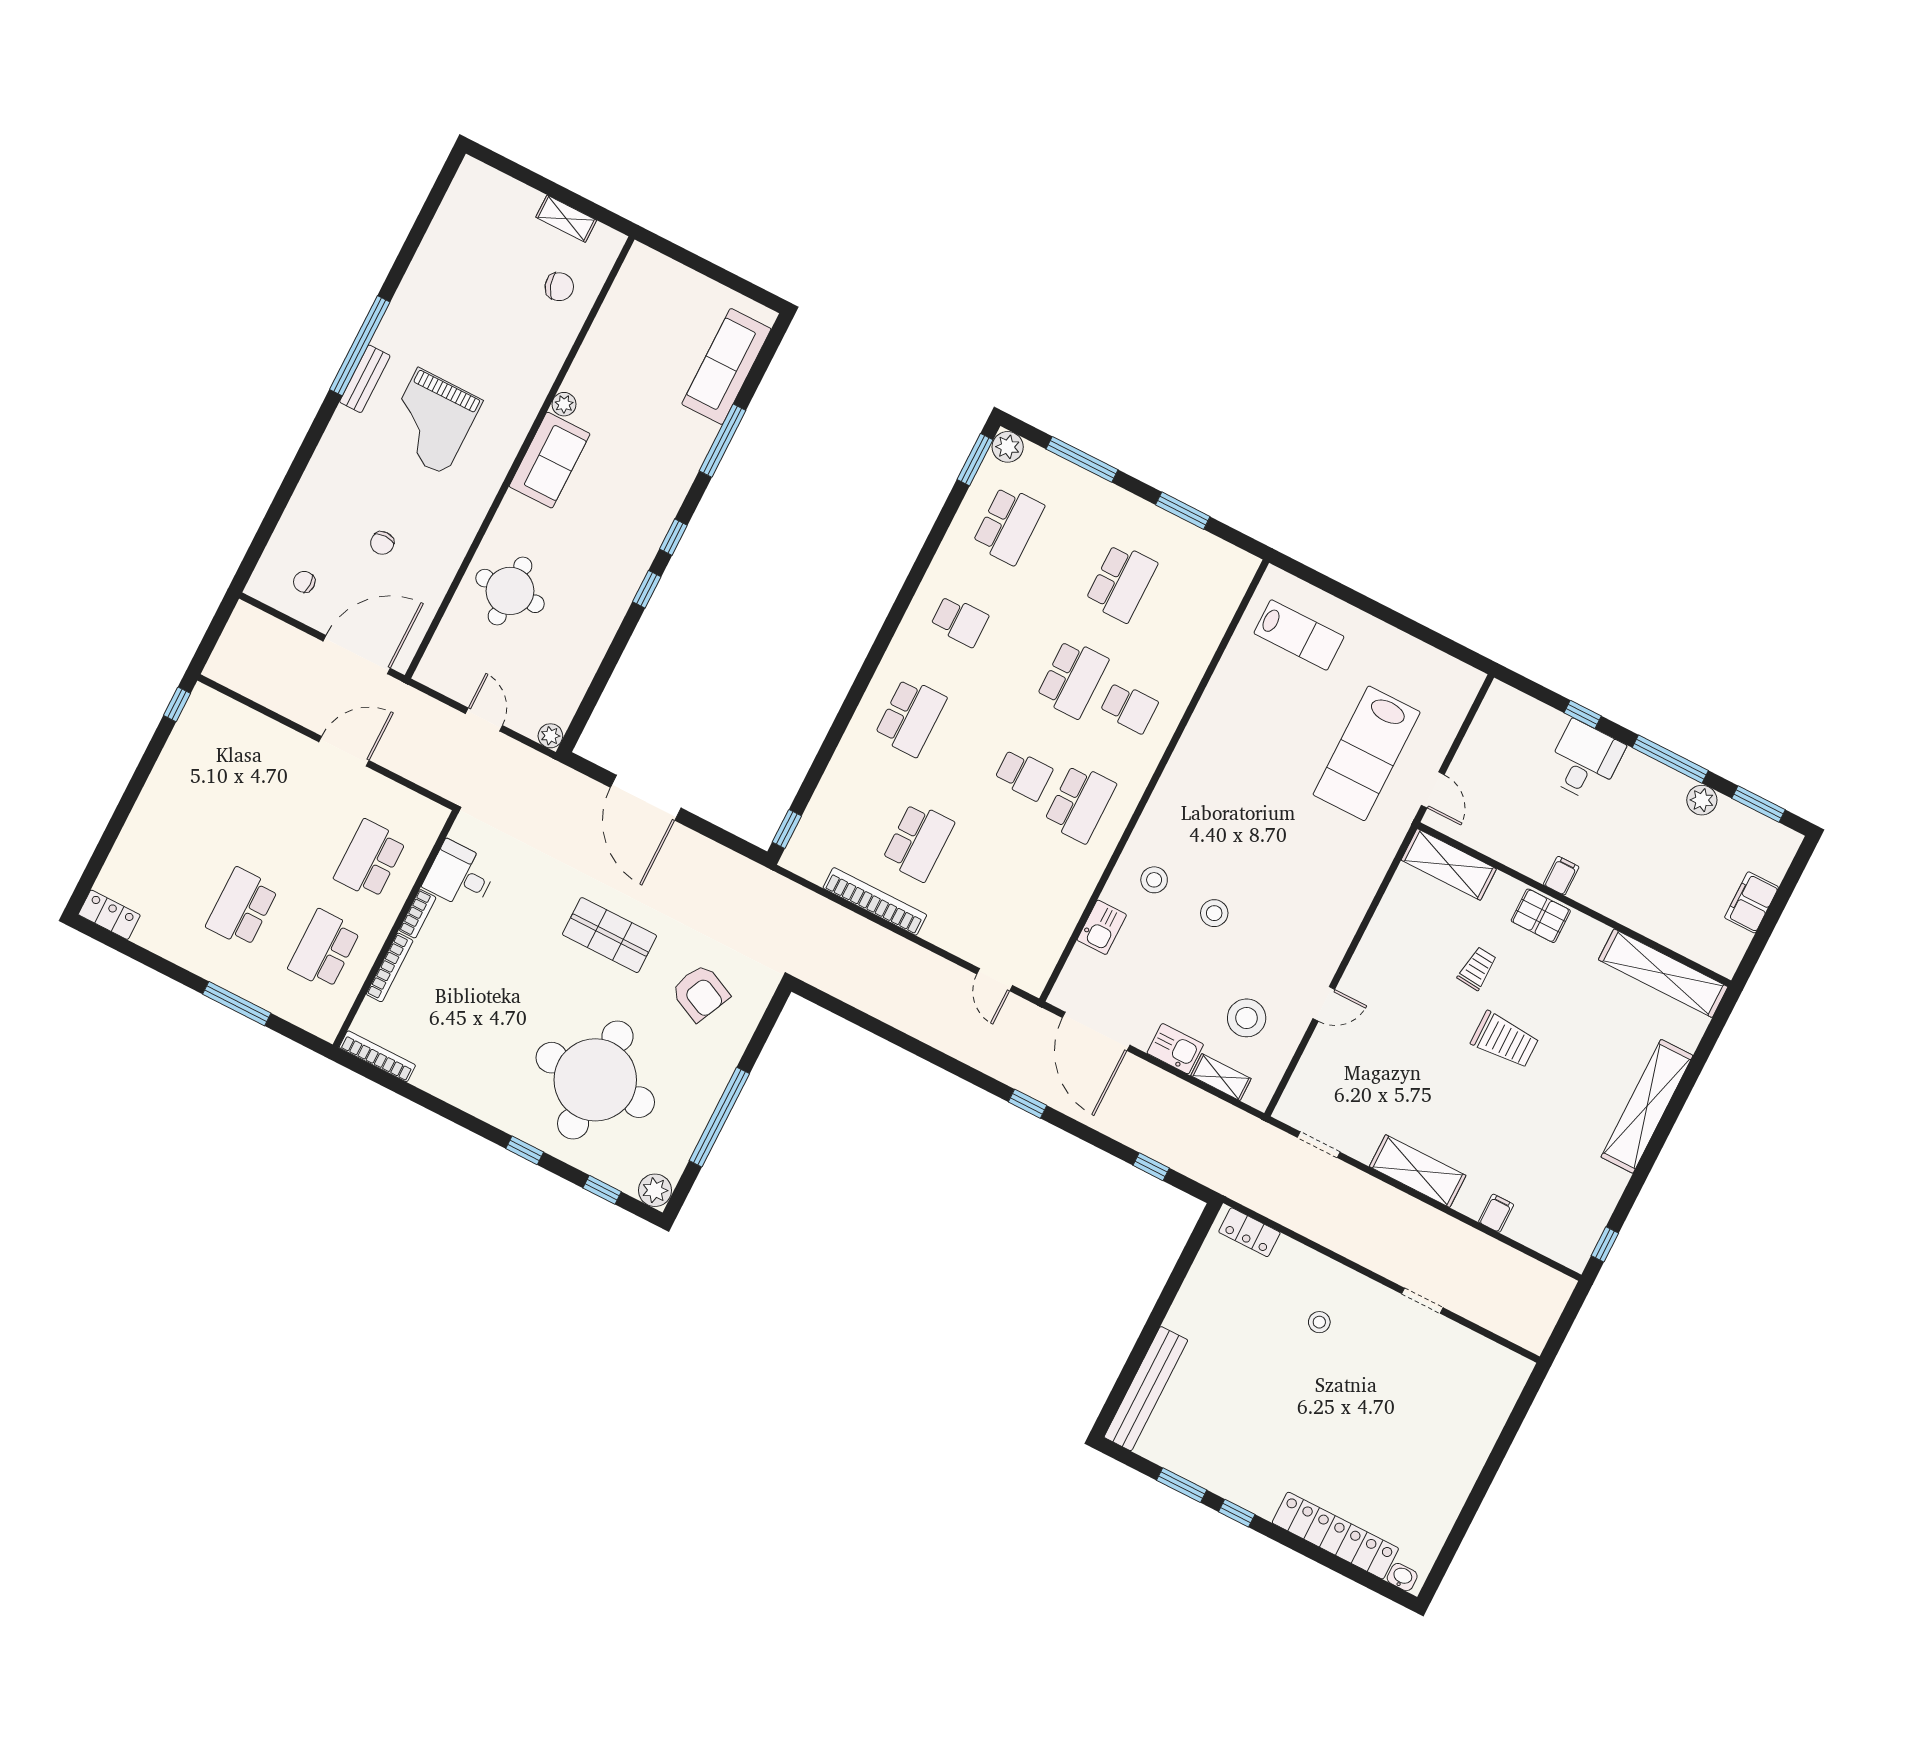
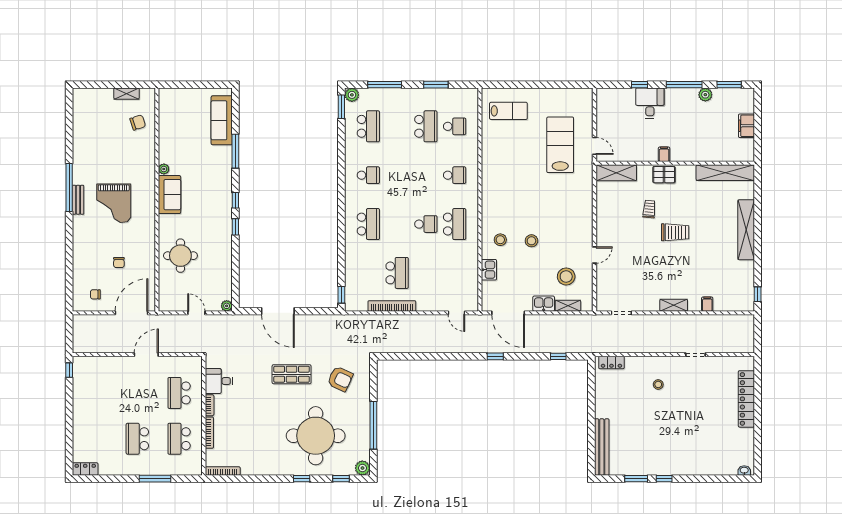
school desk: (1072, 679) -> (455, 126), moved, width x0.54
lab bench: (1367, 753) -> (560, 145), turned 180
shelving: (1418, 1171) -> (674, 305), width x0.67, depth x0.75
locker: (1335, 1536) -> (746, 399), moved, turned -90

